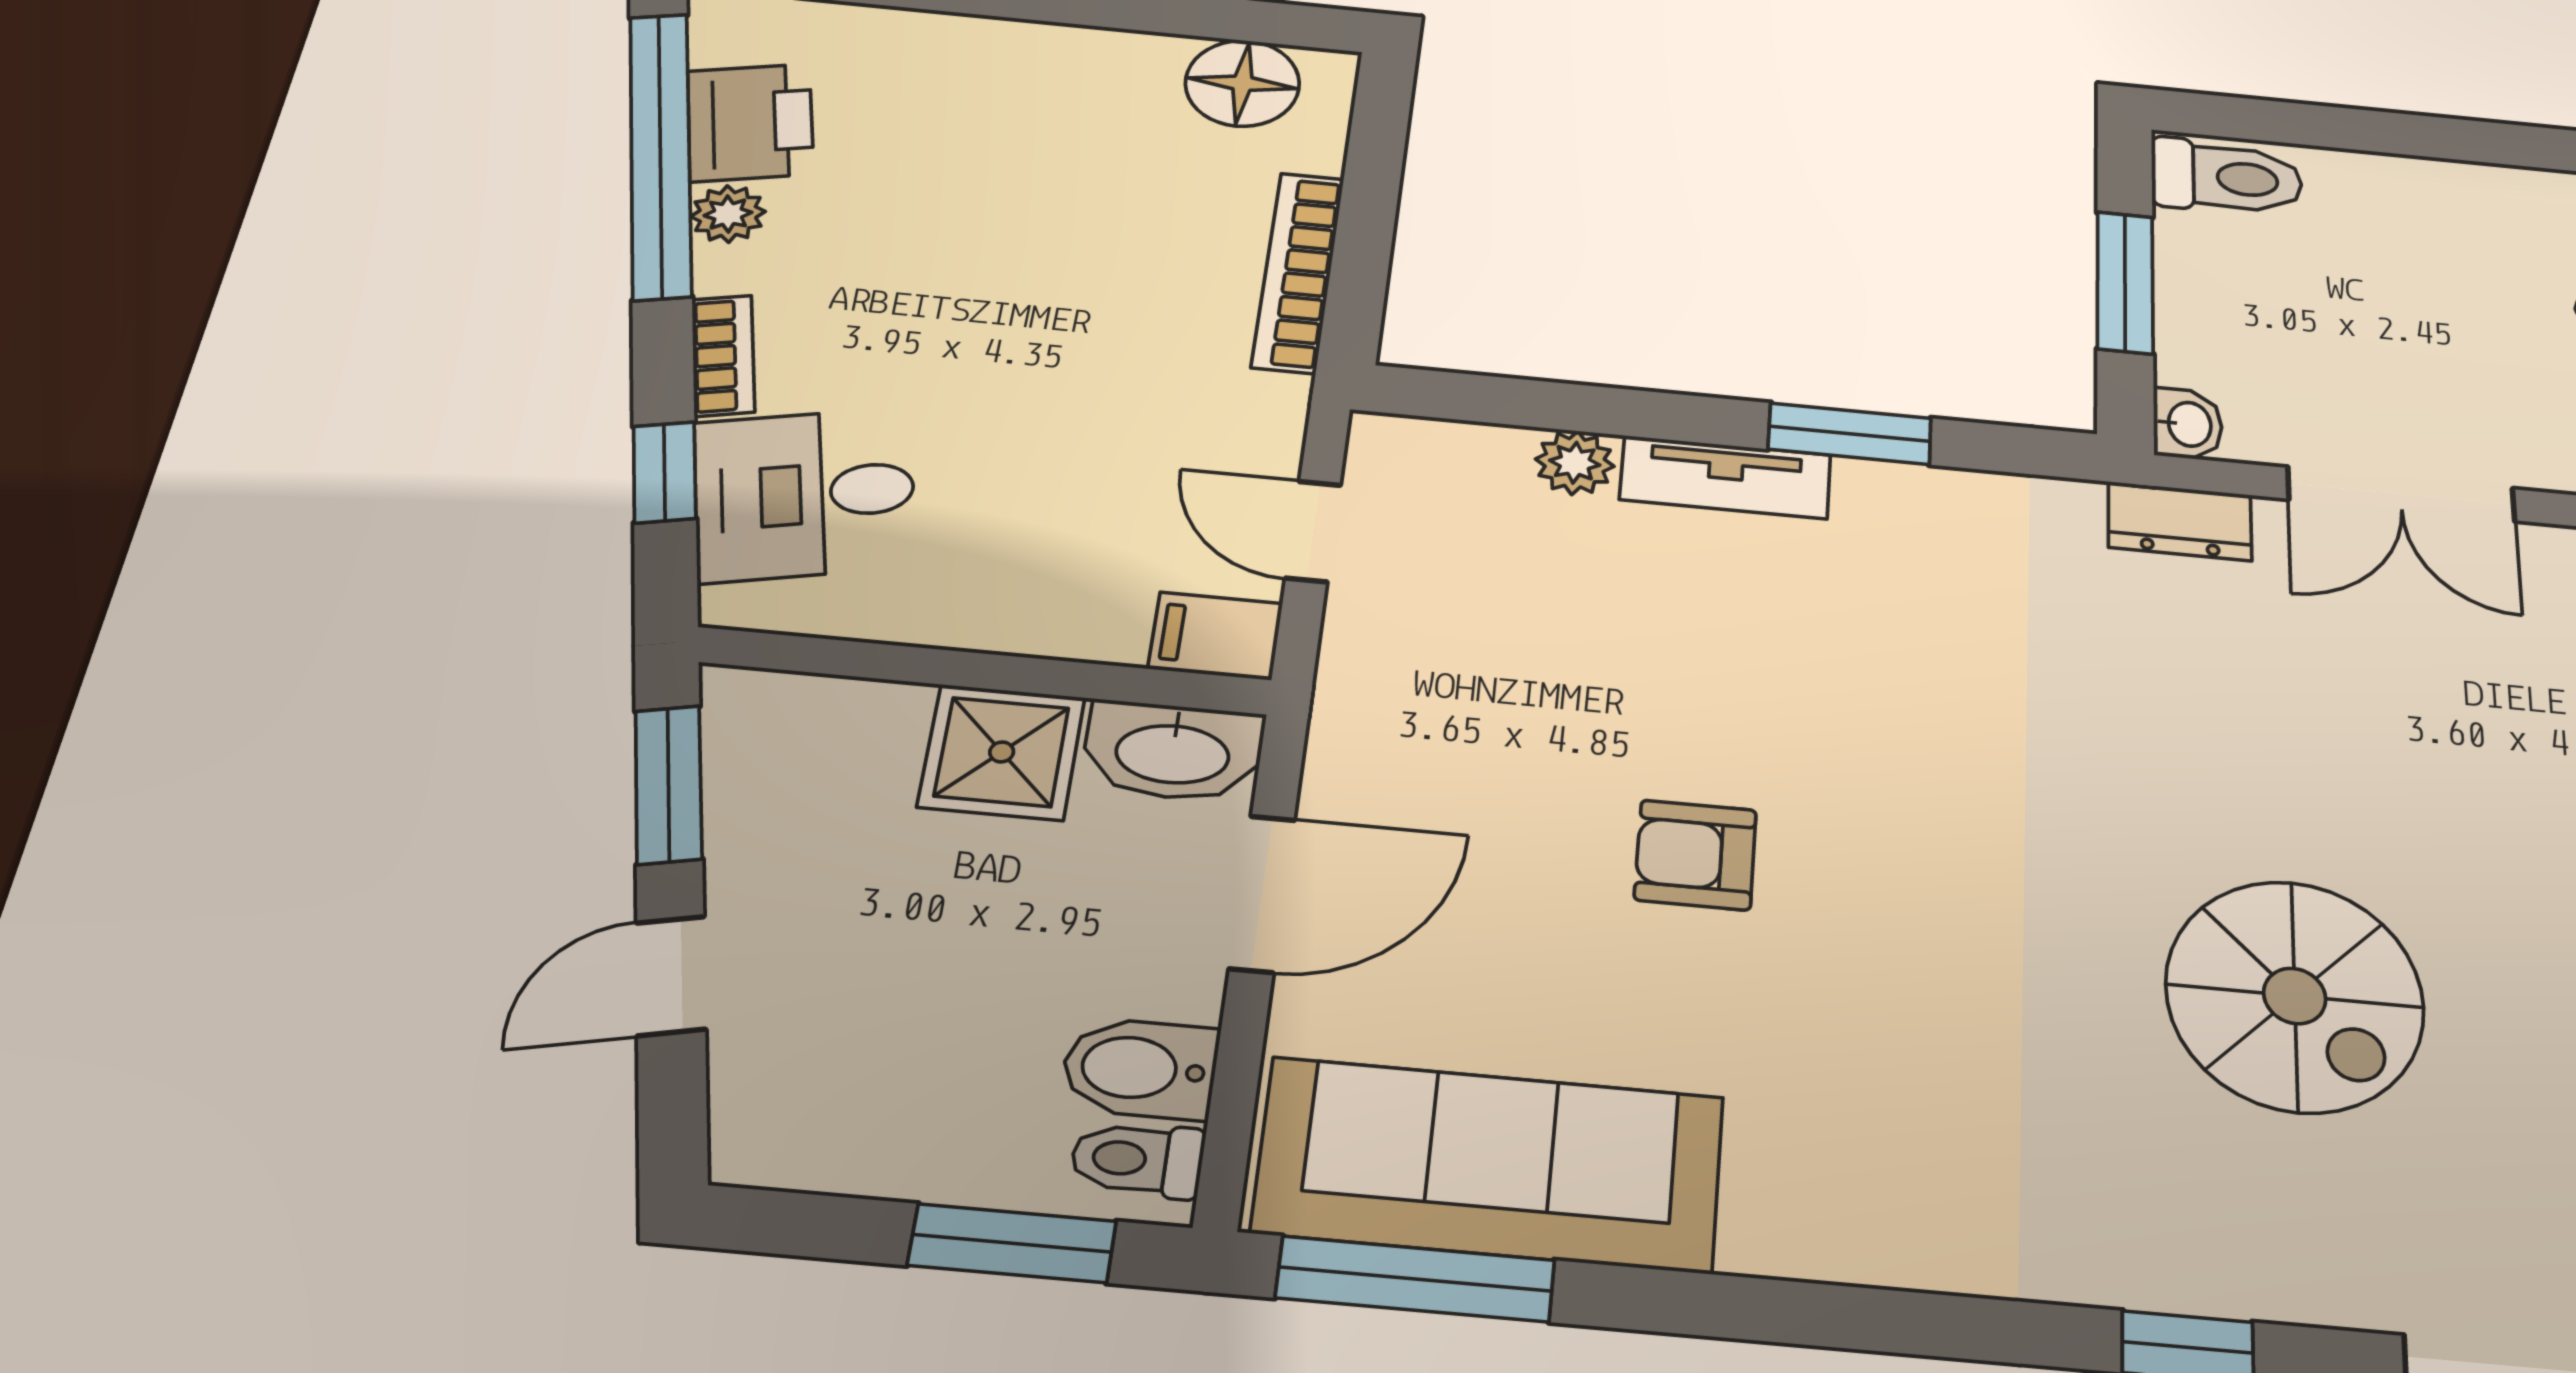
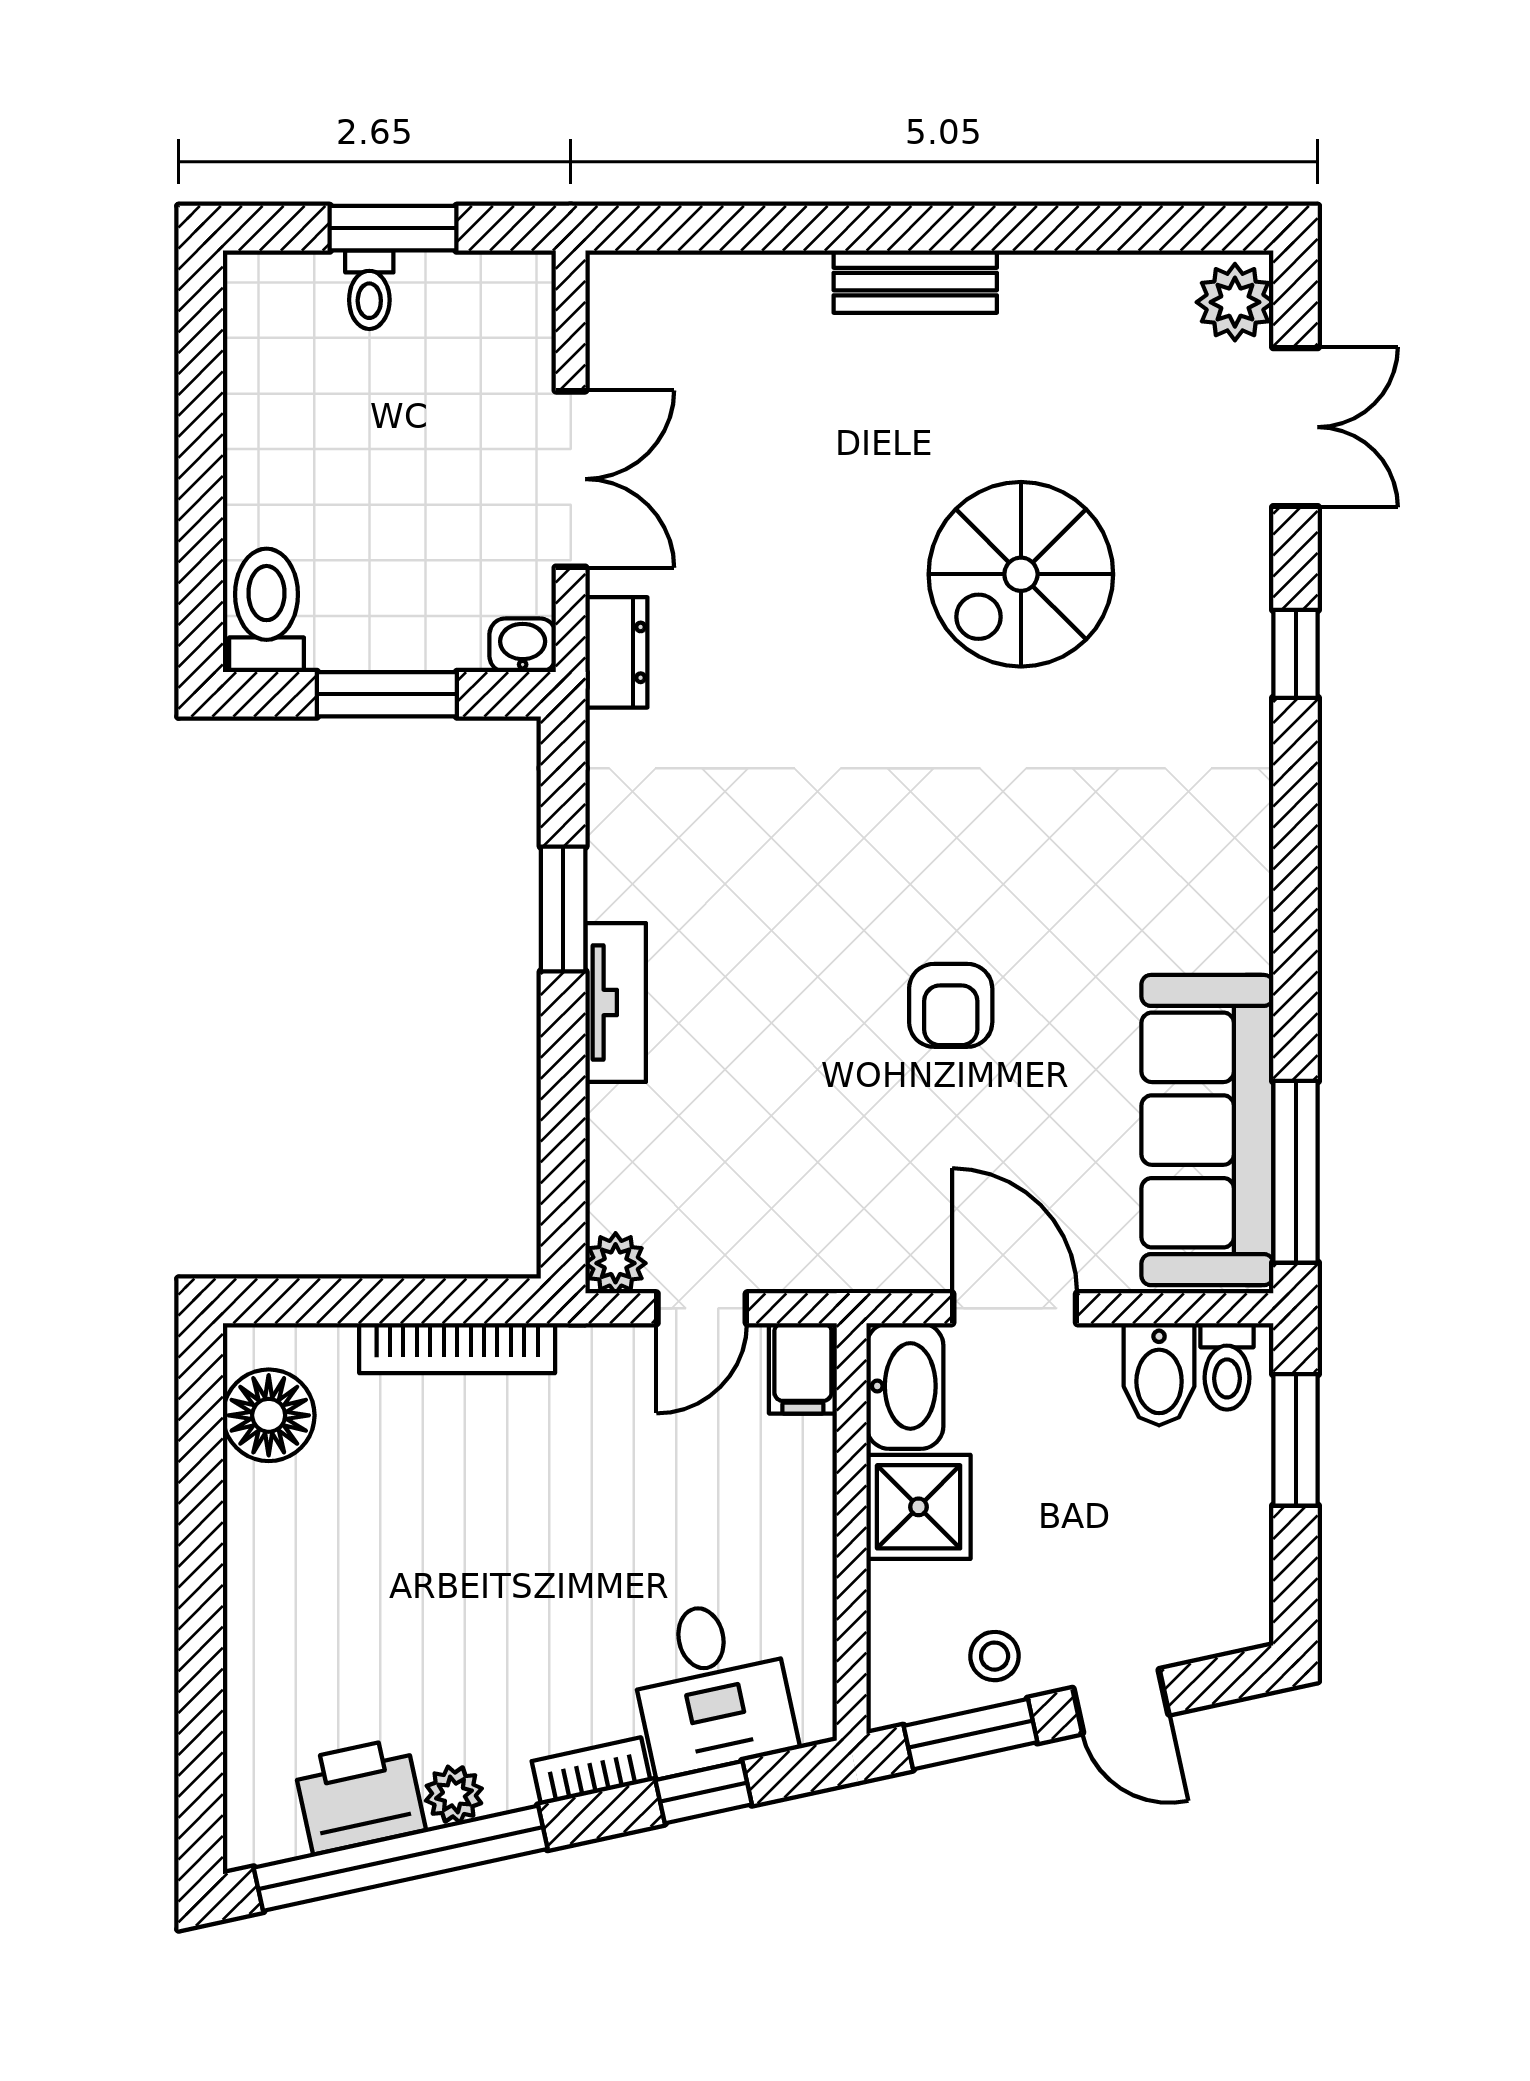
plant: (1575, 463) -> (616, 1263), moved
stool: (772, 824) -> (995, 1656), added
spiral stairs: (2295, 996) -> (1021, 574), turned 180

